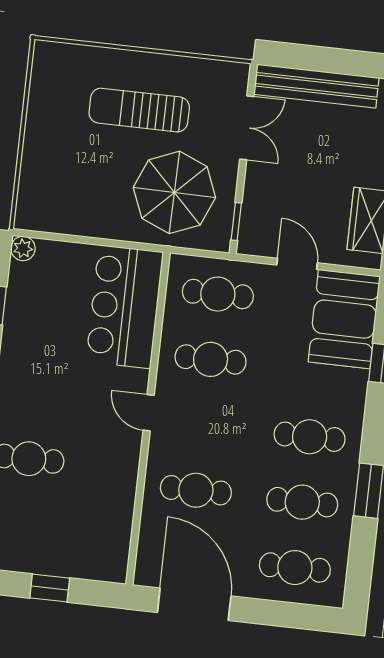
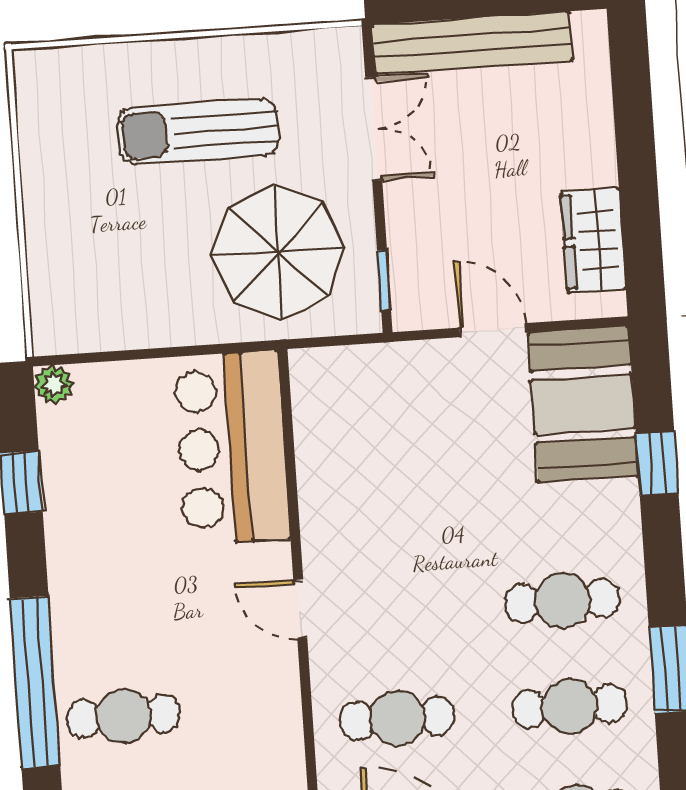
cafe table: (218, 294) -> (376, 401), removed
cafe table: (211, 359) -> (383, 506), removed

